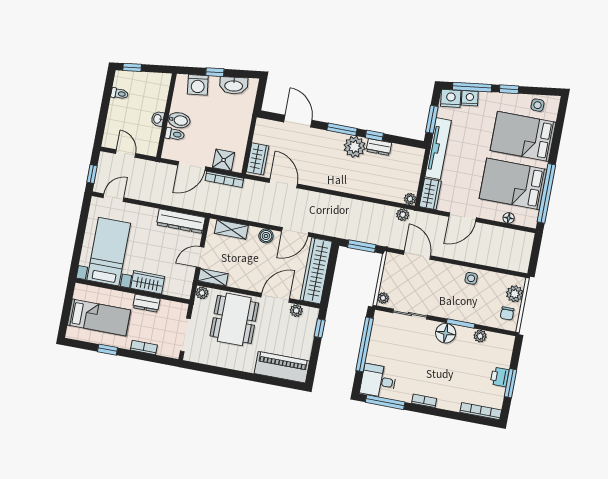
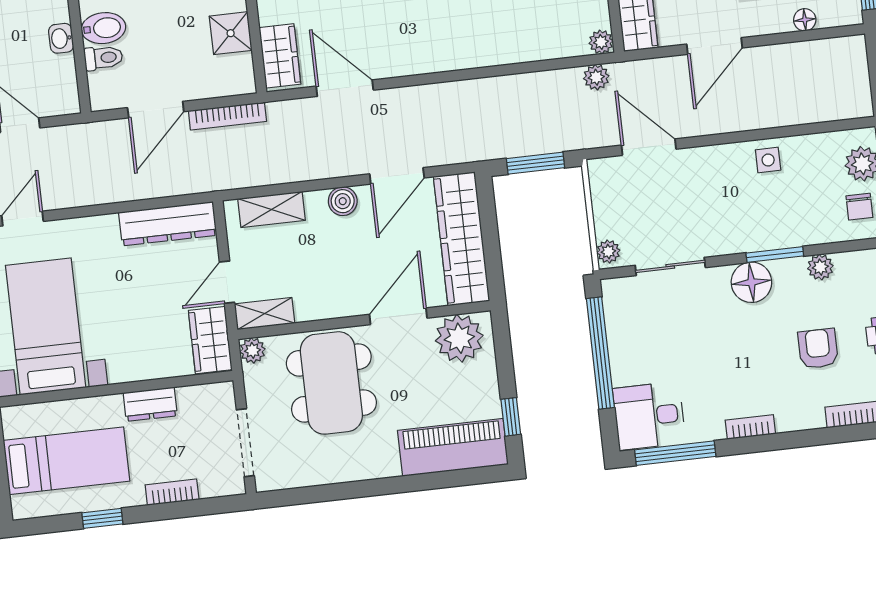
shower: (224, 160) -> (231, 33), moved
wardrobe: (148, 282) -> (210, 340), moved, turned -90
plant: (296, 311) -> (459, 338), width x1.88, depth x1.88
window: (320, 328) -> (511, 417), moved
armchair: (467, 374) -> (818, 349), added

